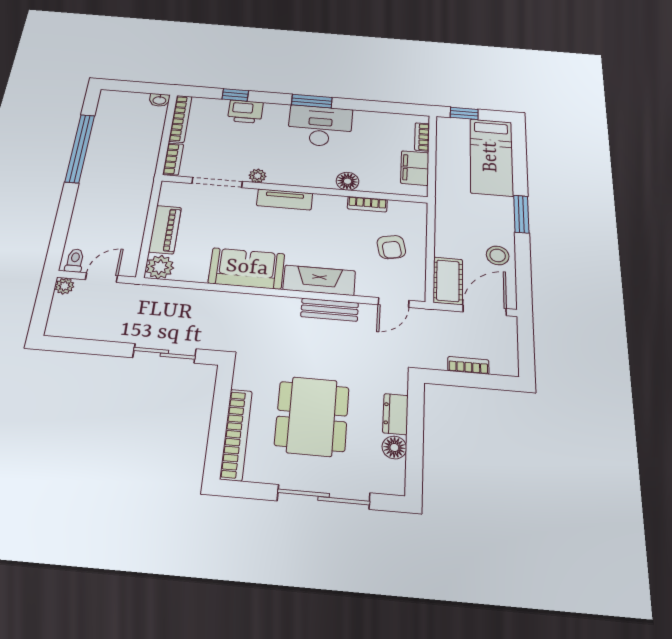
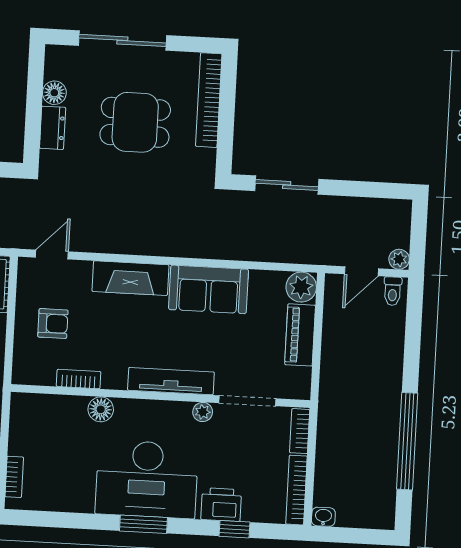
desk: (320, 126) -> (147, 479), width x1.36, depth x1.30
filing cabinet: (415, 168) -> (24, 432), removed
tv unit: (285, 199) -> (171, 381), width x1.41
armchair: (391, 247) -> (53, 324), turned 102
bench: (330, 310) -> (119, 243), removed
dining table: (312, 416) -> (135, 122), width x0.73

